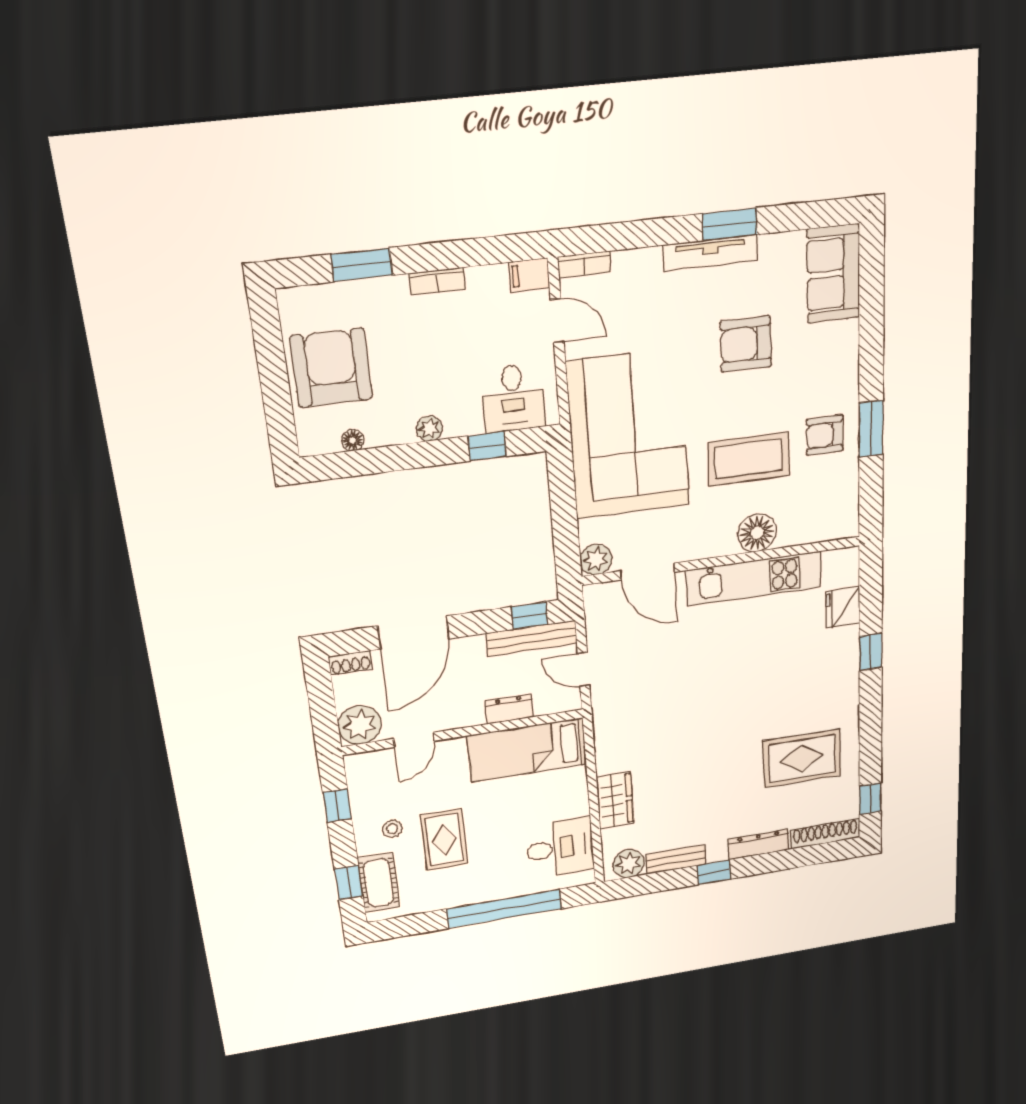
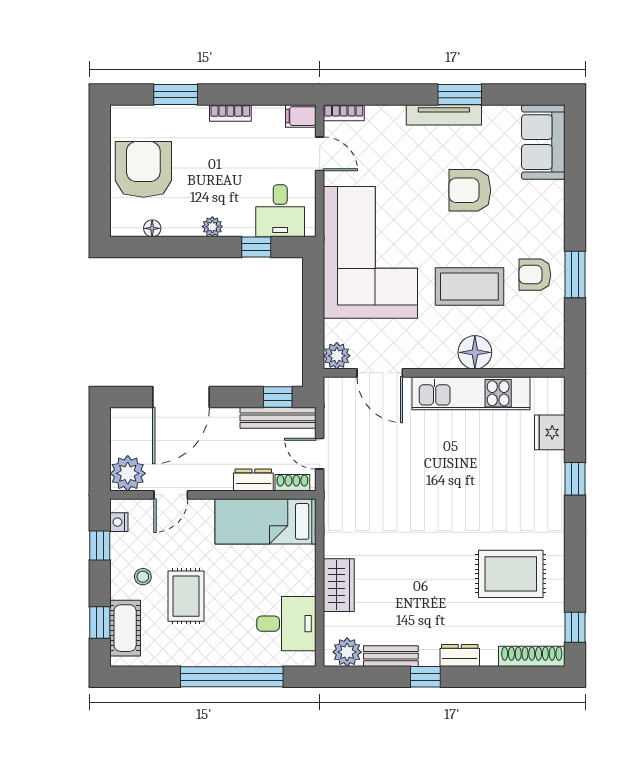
shoe rack: (350, 663) -> (292, 483), moved, turned 180
nightstand: (356, 778) -> (119, 522), added
dresser: (759, 844) -> (460, 655), width x0.70

